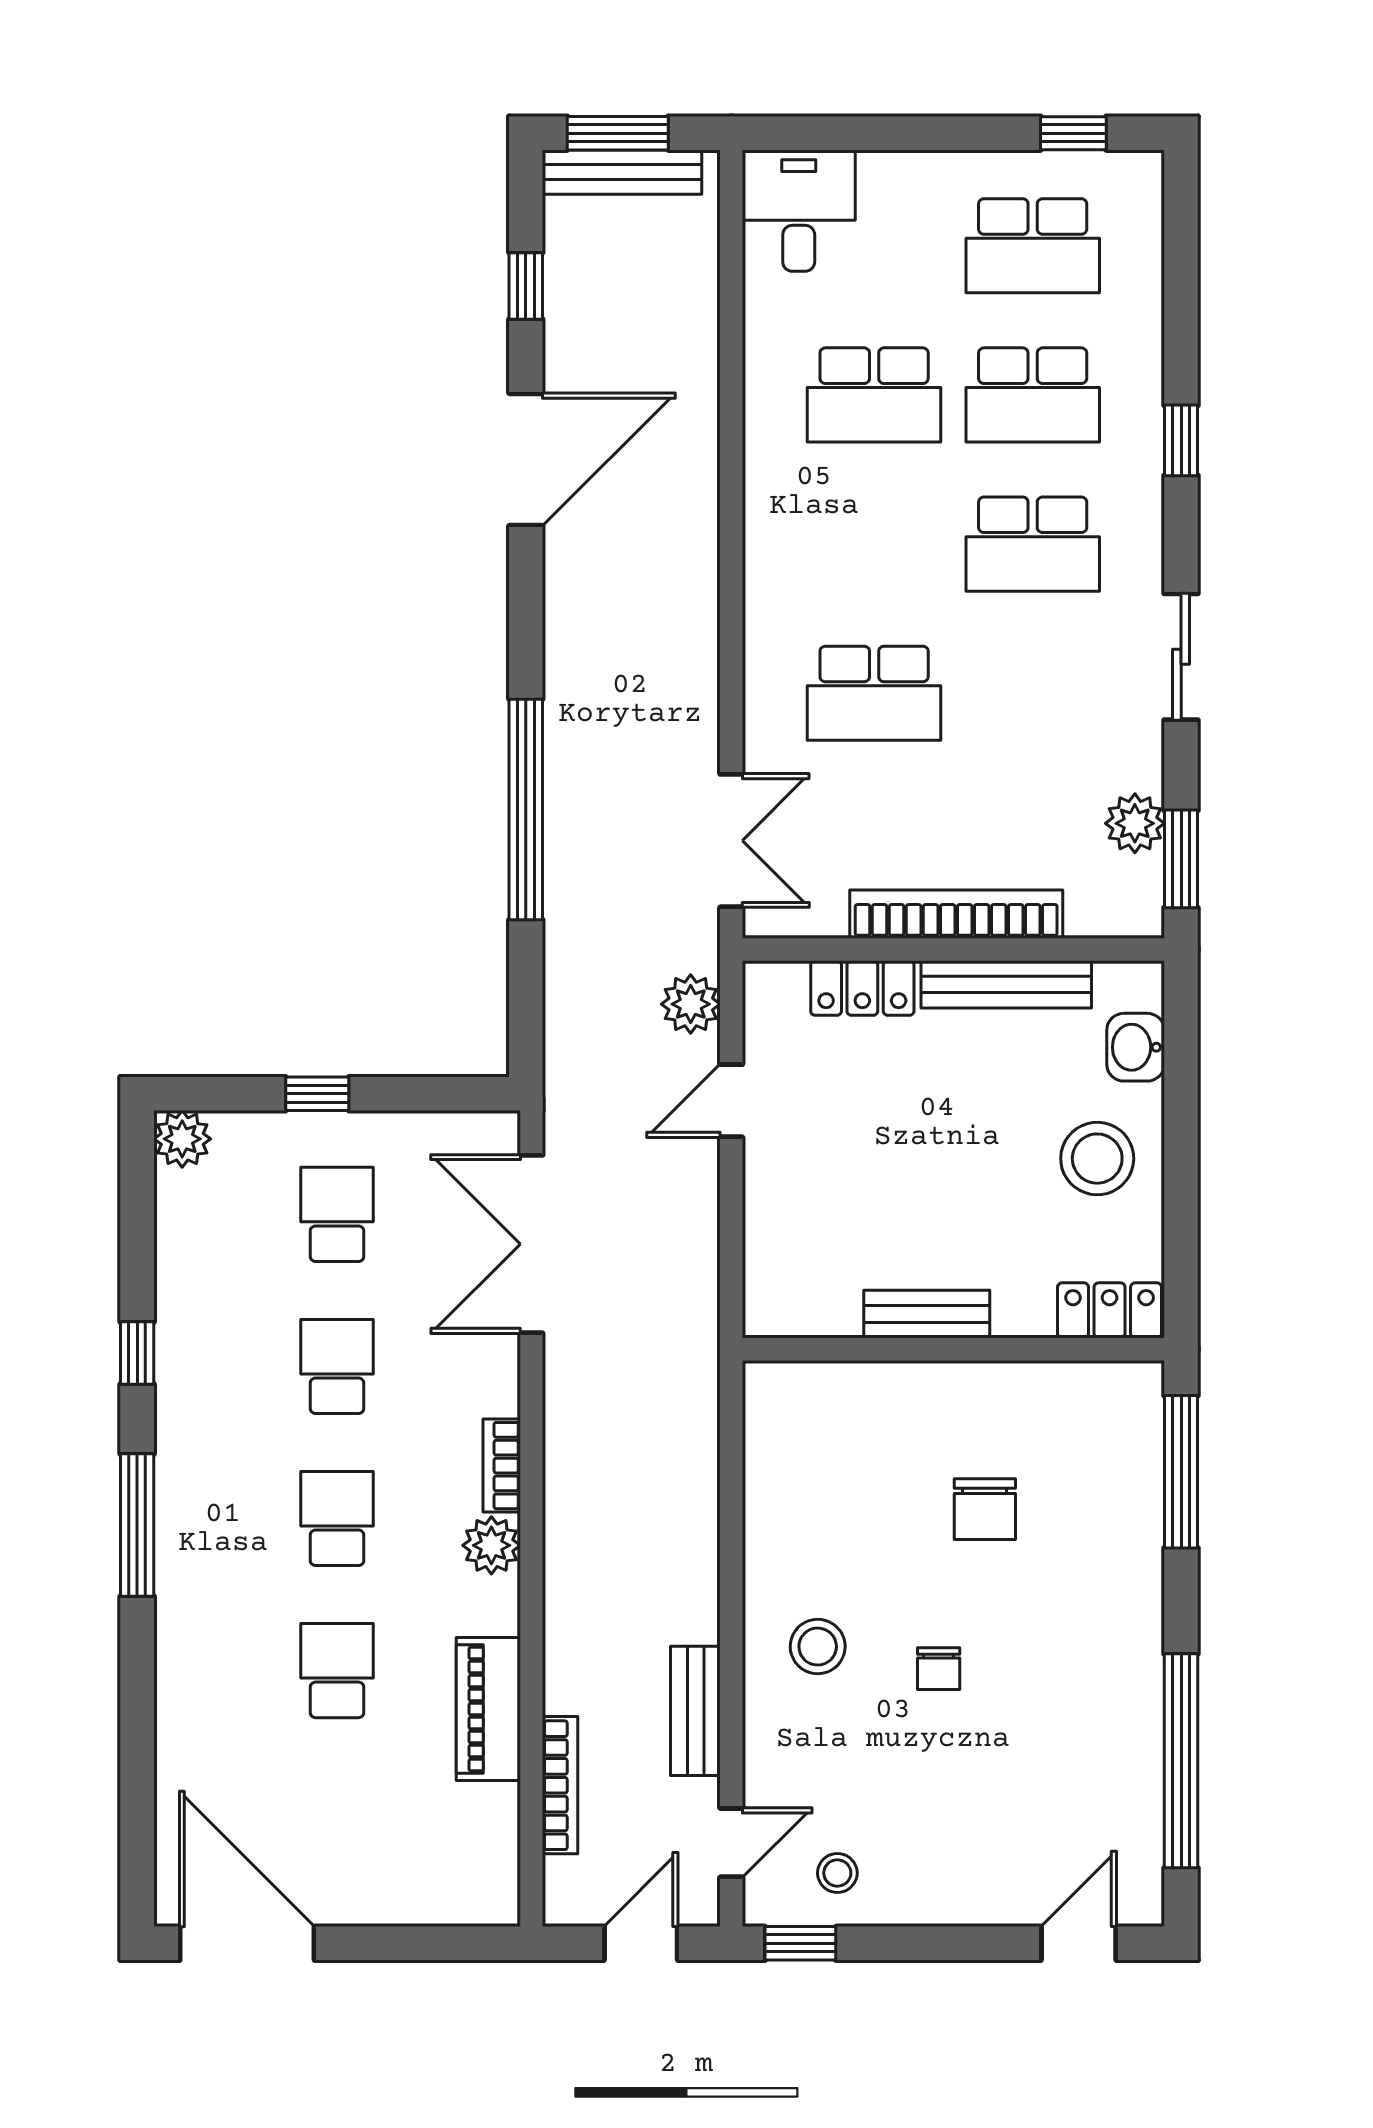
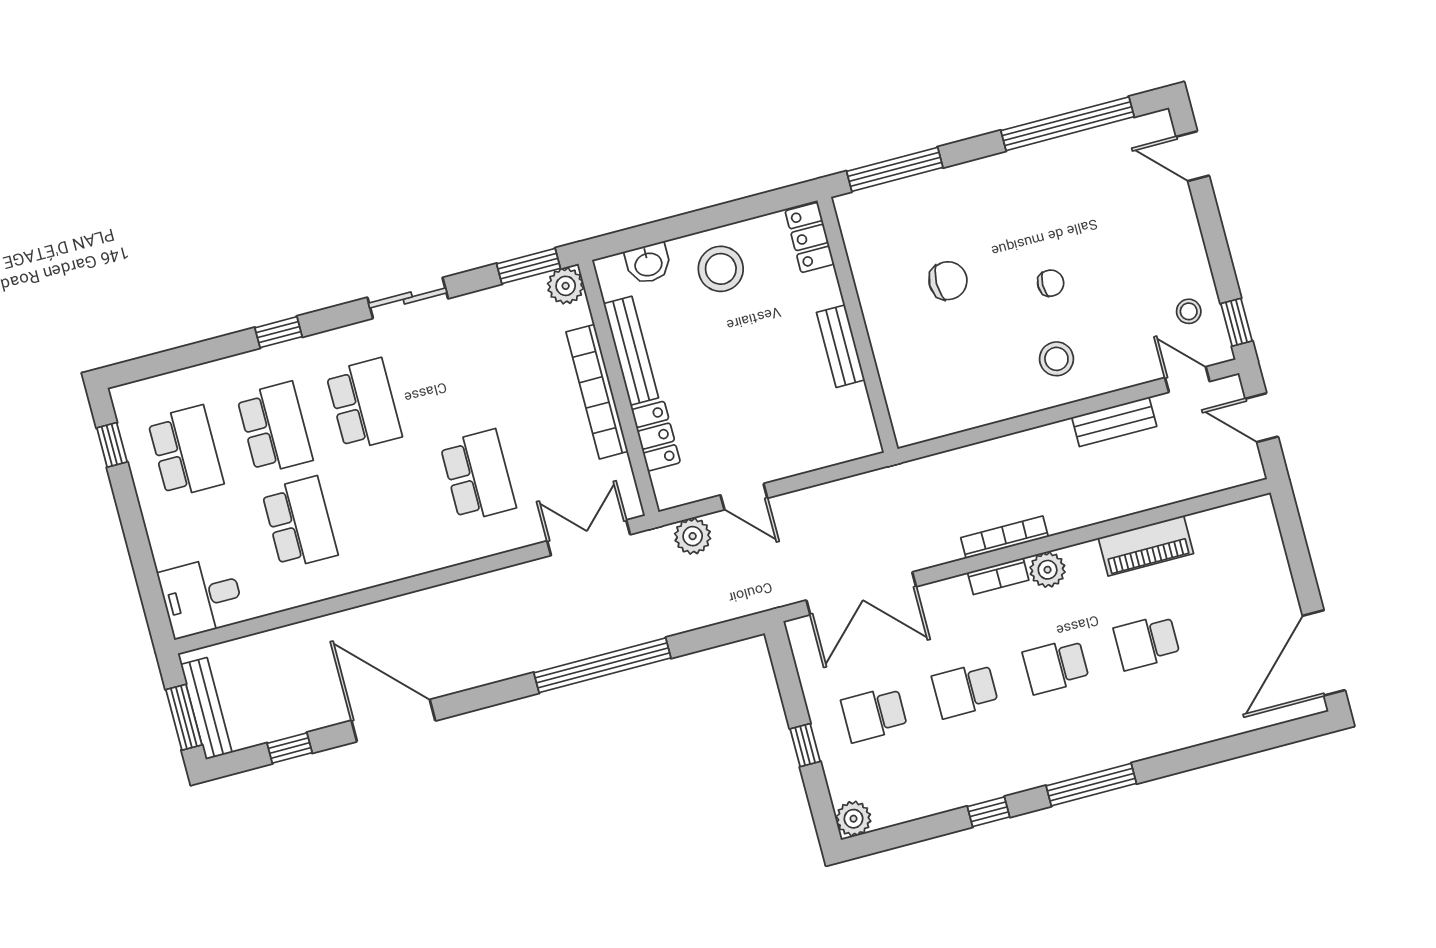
plant: (1135, 823) -> (566, 286), moved
bookcase: (560, 1785) -> (1005, 537), moved

